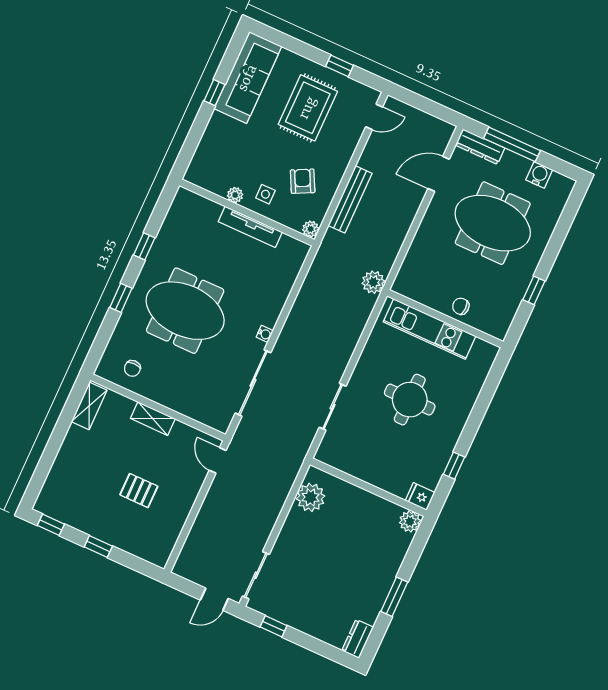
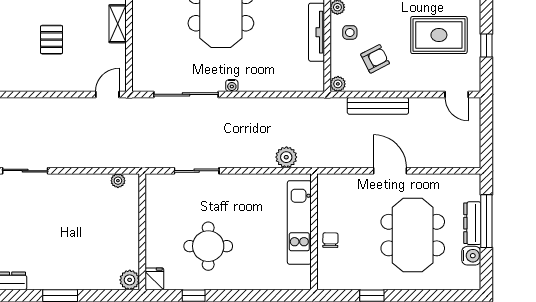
dresser: (480, 147) -> (472, 223), moved
door: (439, 174) -> (390, 171), moved
plant: (373, 282) -> (286, 157), moved
round table: (410, 400) -> (208, 246), moved
plant: (311, 497) -> (118, 181), width x0.53, depth x0.53

